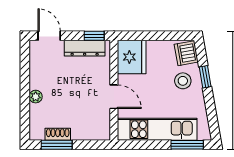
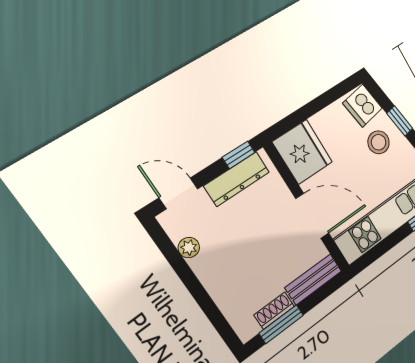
plant: (36, 97) -> (189, 248), moved
door: (114, 97) -> (312, 216), width x1.38
bench: (91, 133) -> (313, 279), added

